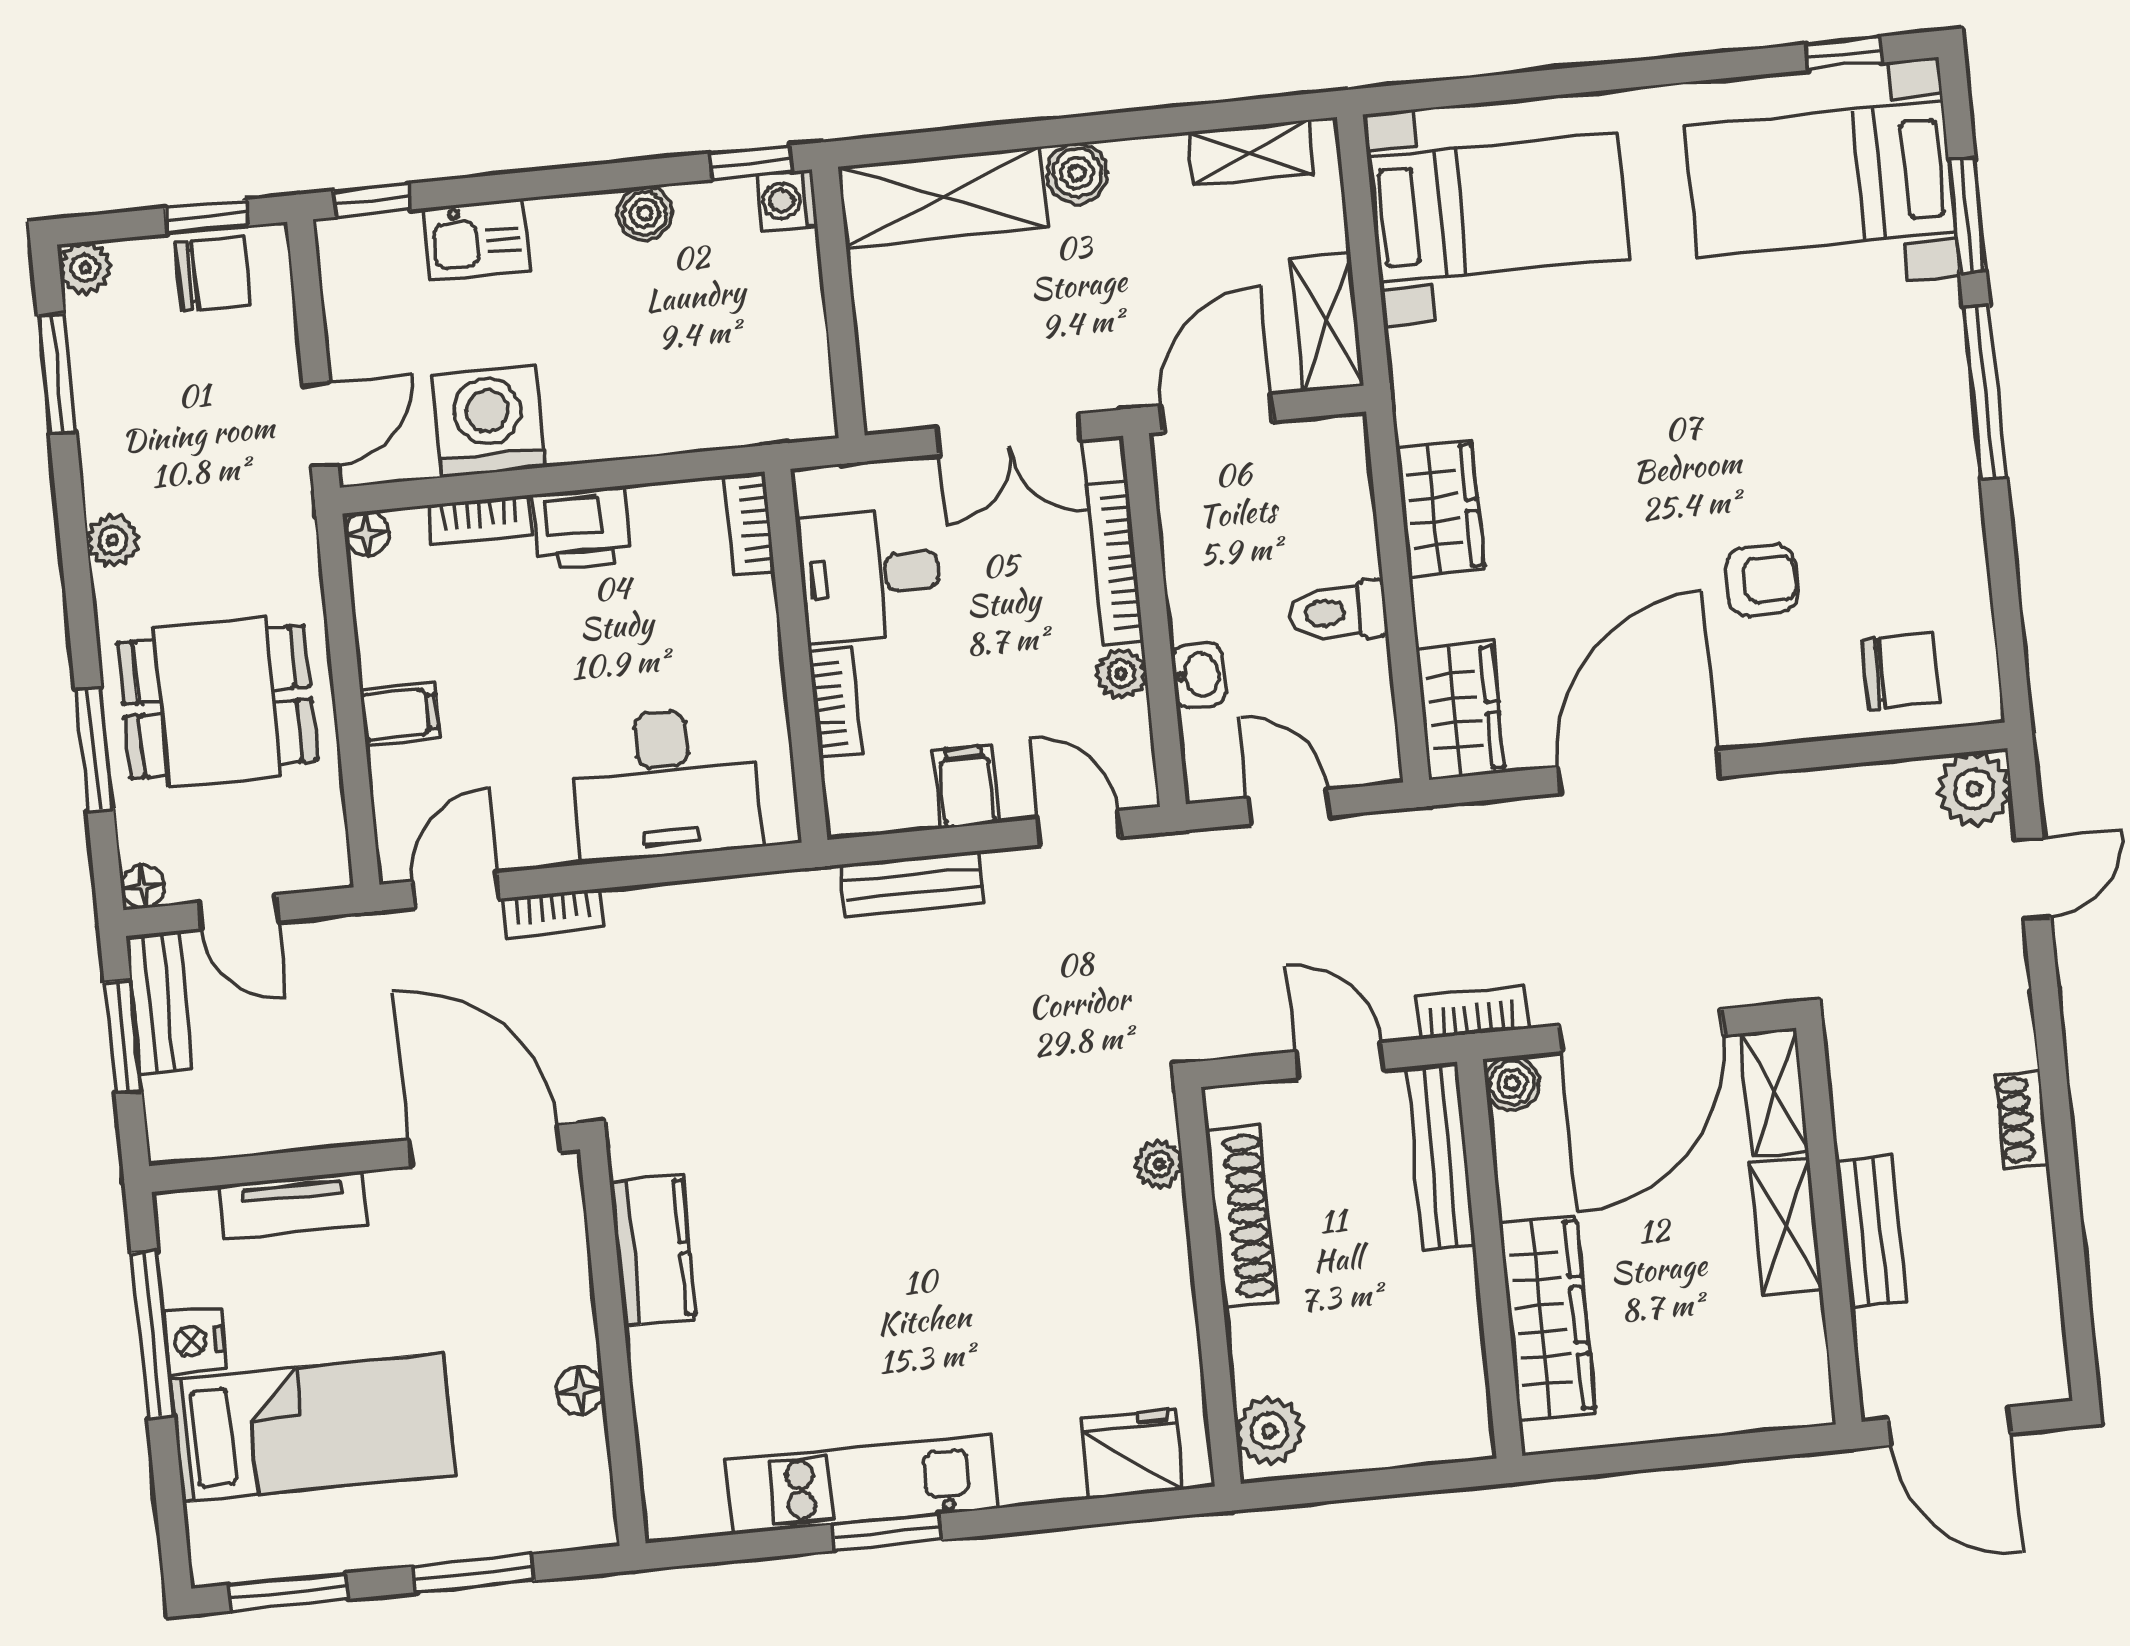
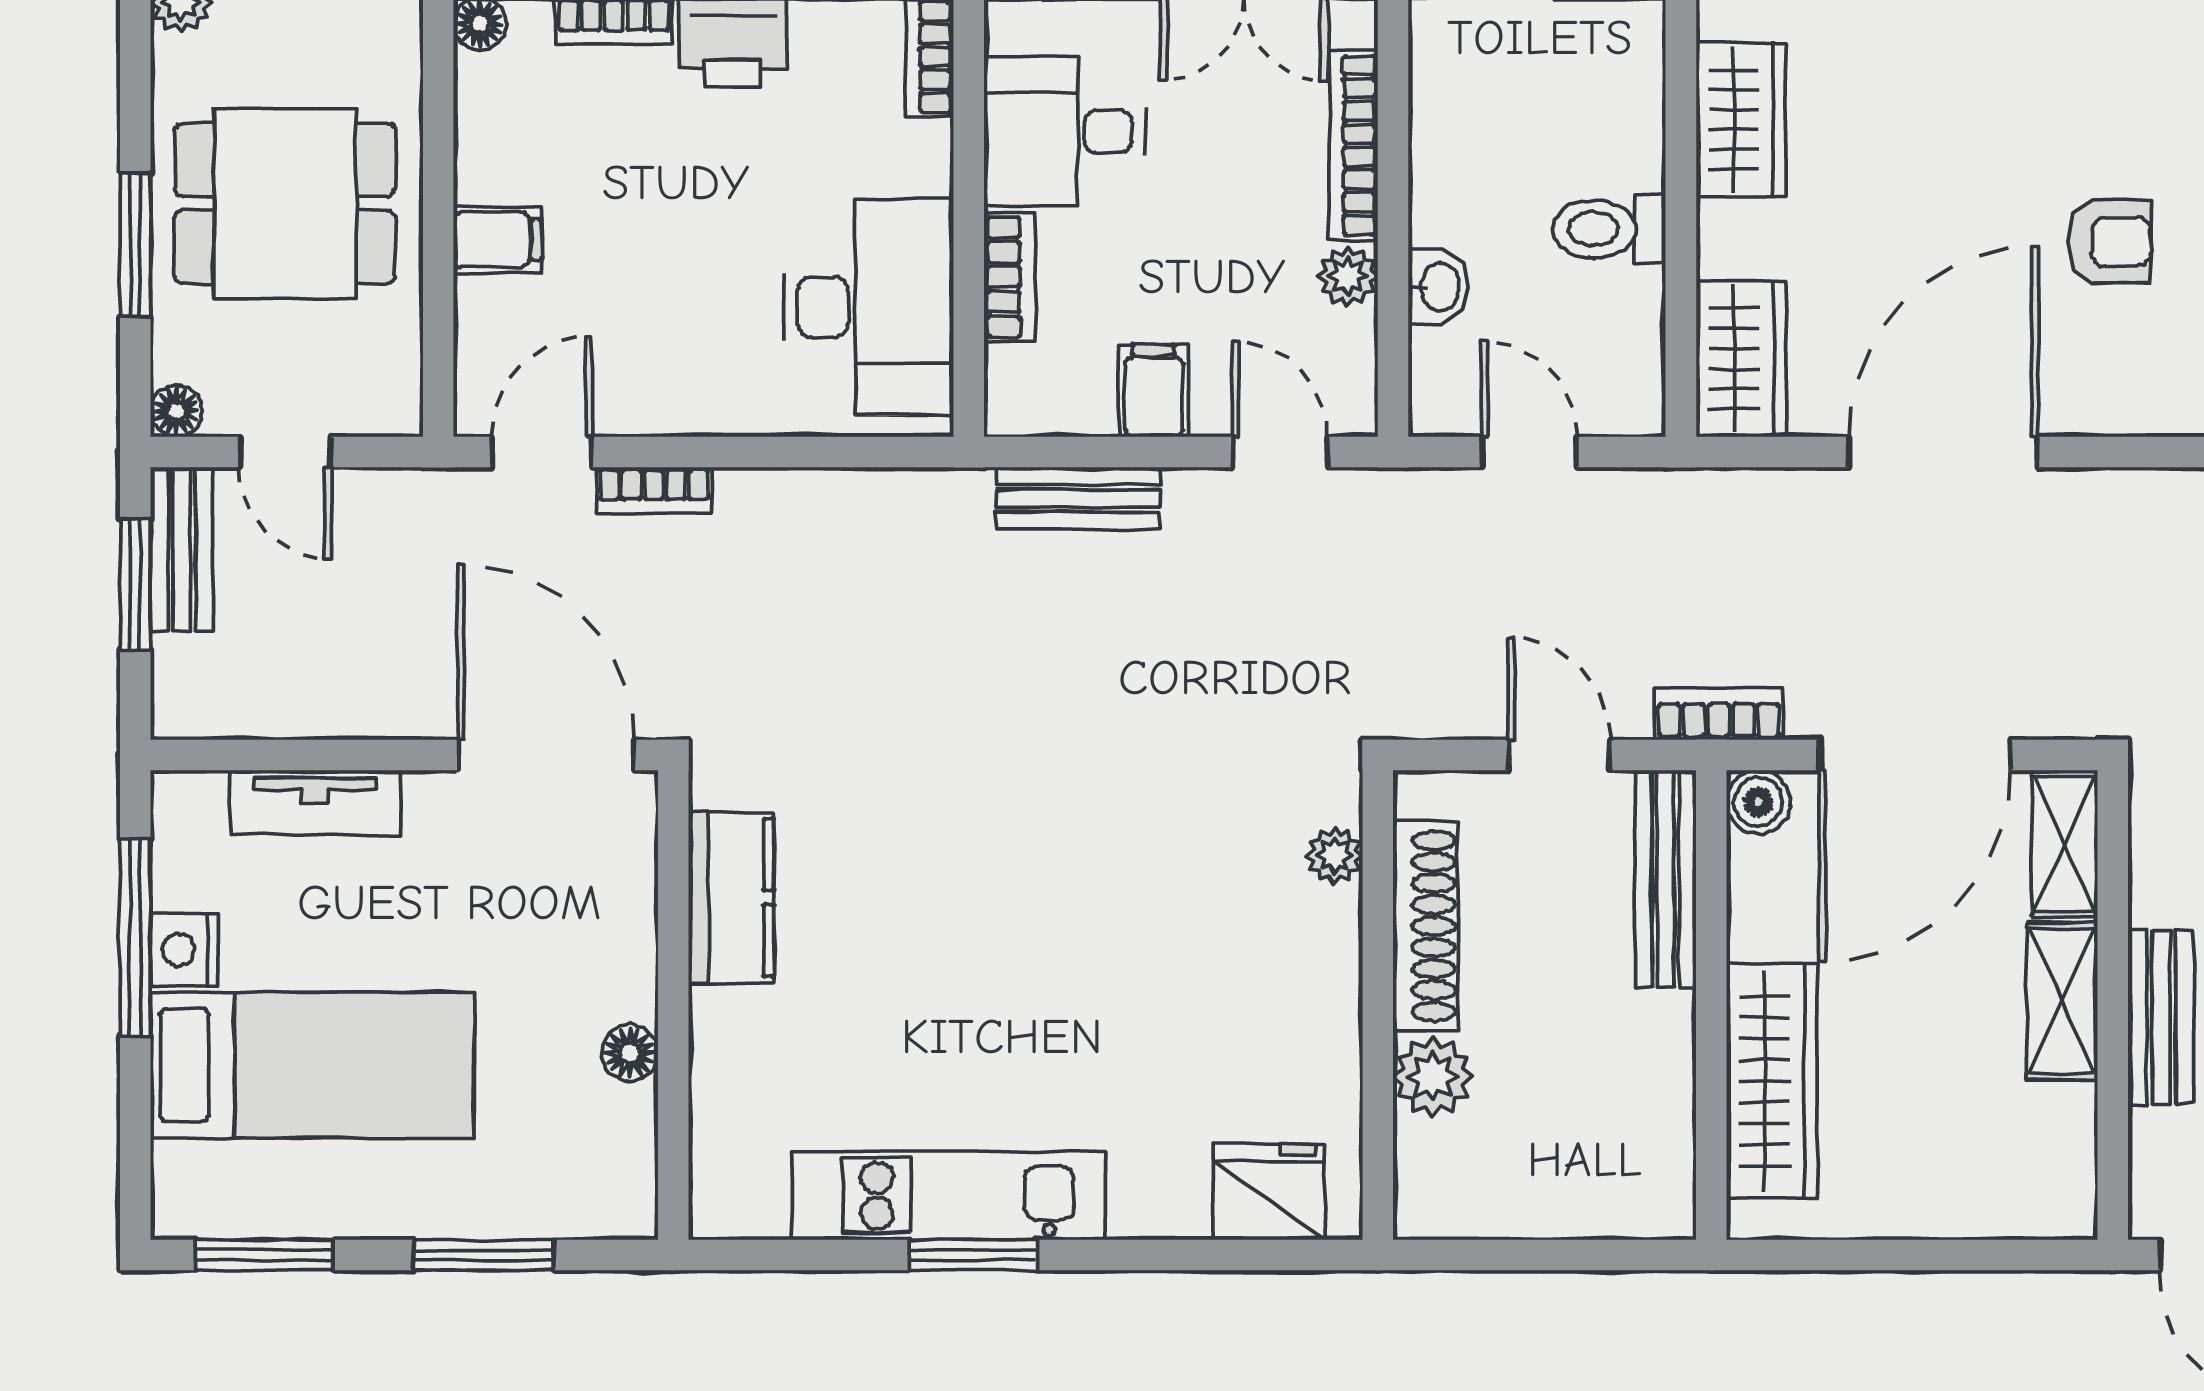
desk: (666, 784) -> (869, 307), moved, turned -90
plant: (1269, 1431) -> (1433, 1077), moved

